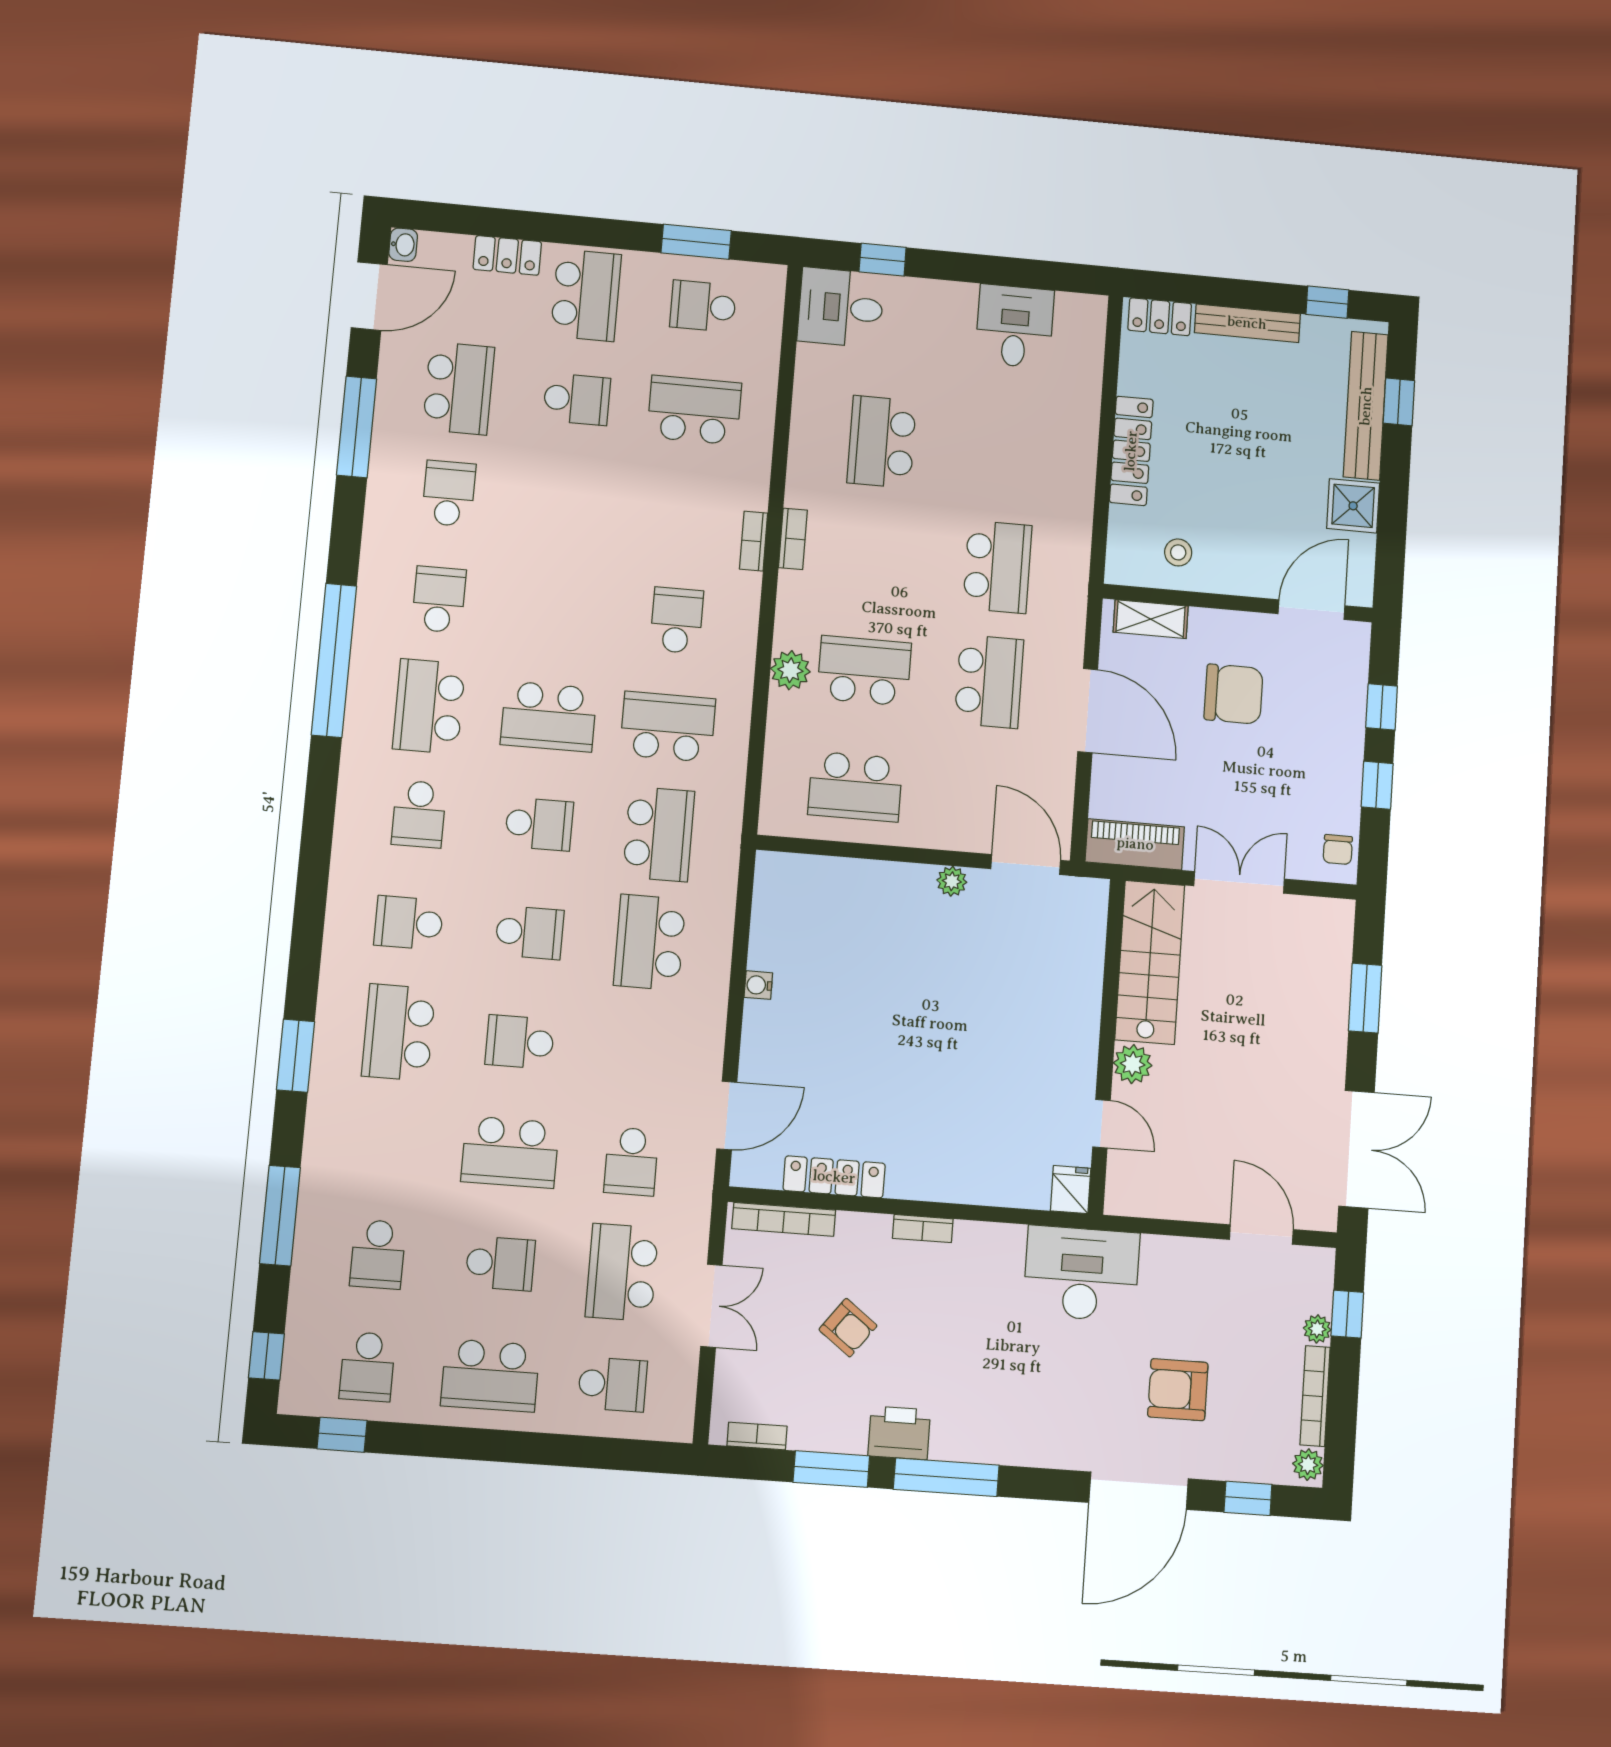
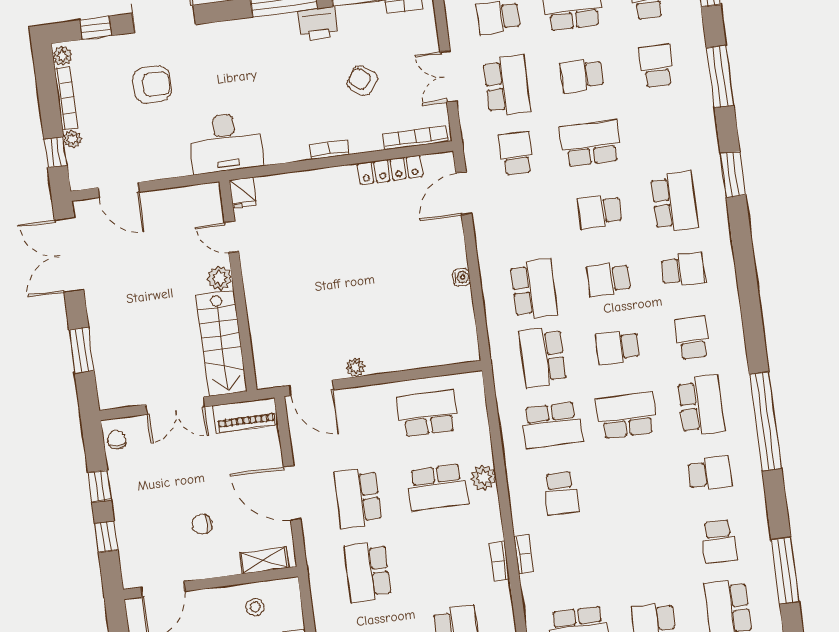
school desk: (439, 599) -> (710, 474), turned -90
chair: (1234, 694) -> (202, 524), width x0.54, depth x0.54
school desk: (520, 1042) -> (600, 211), turned 180

